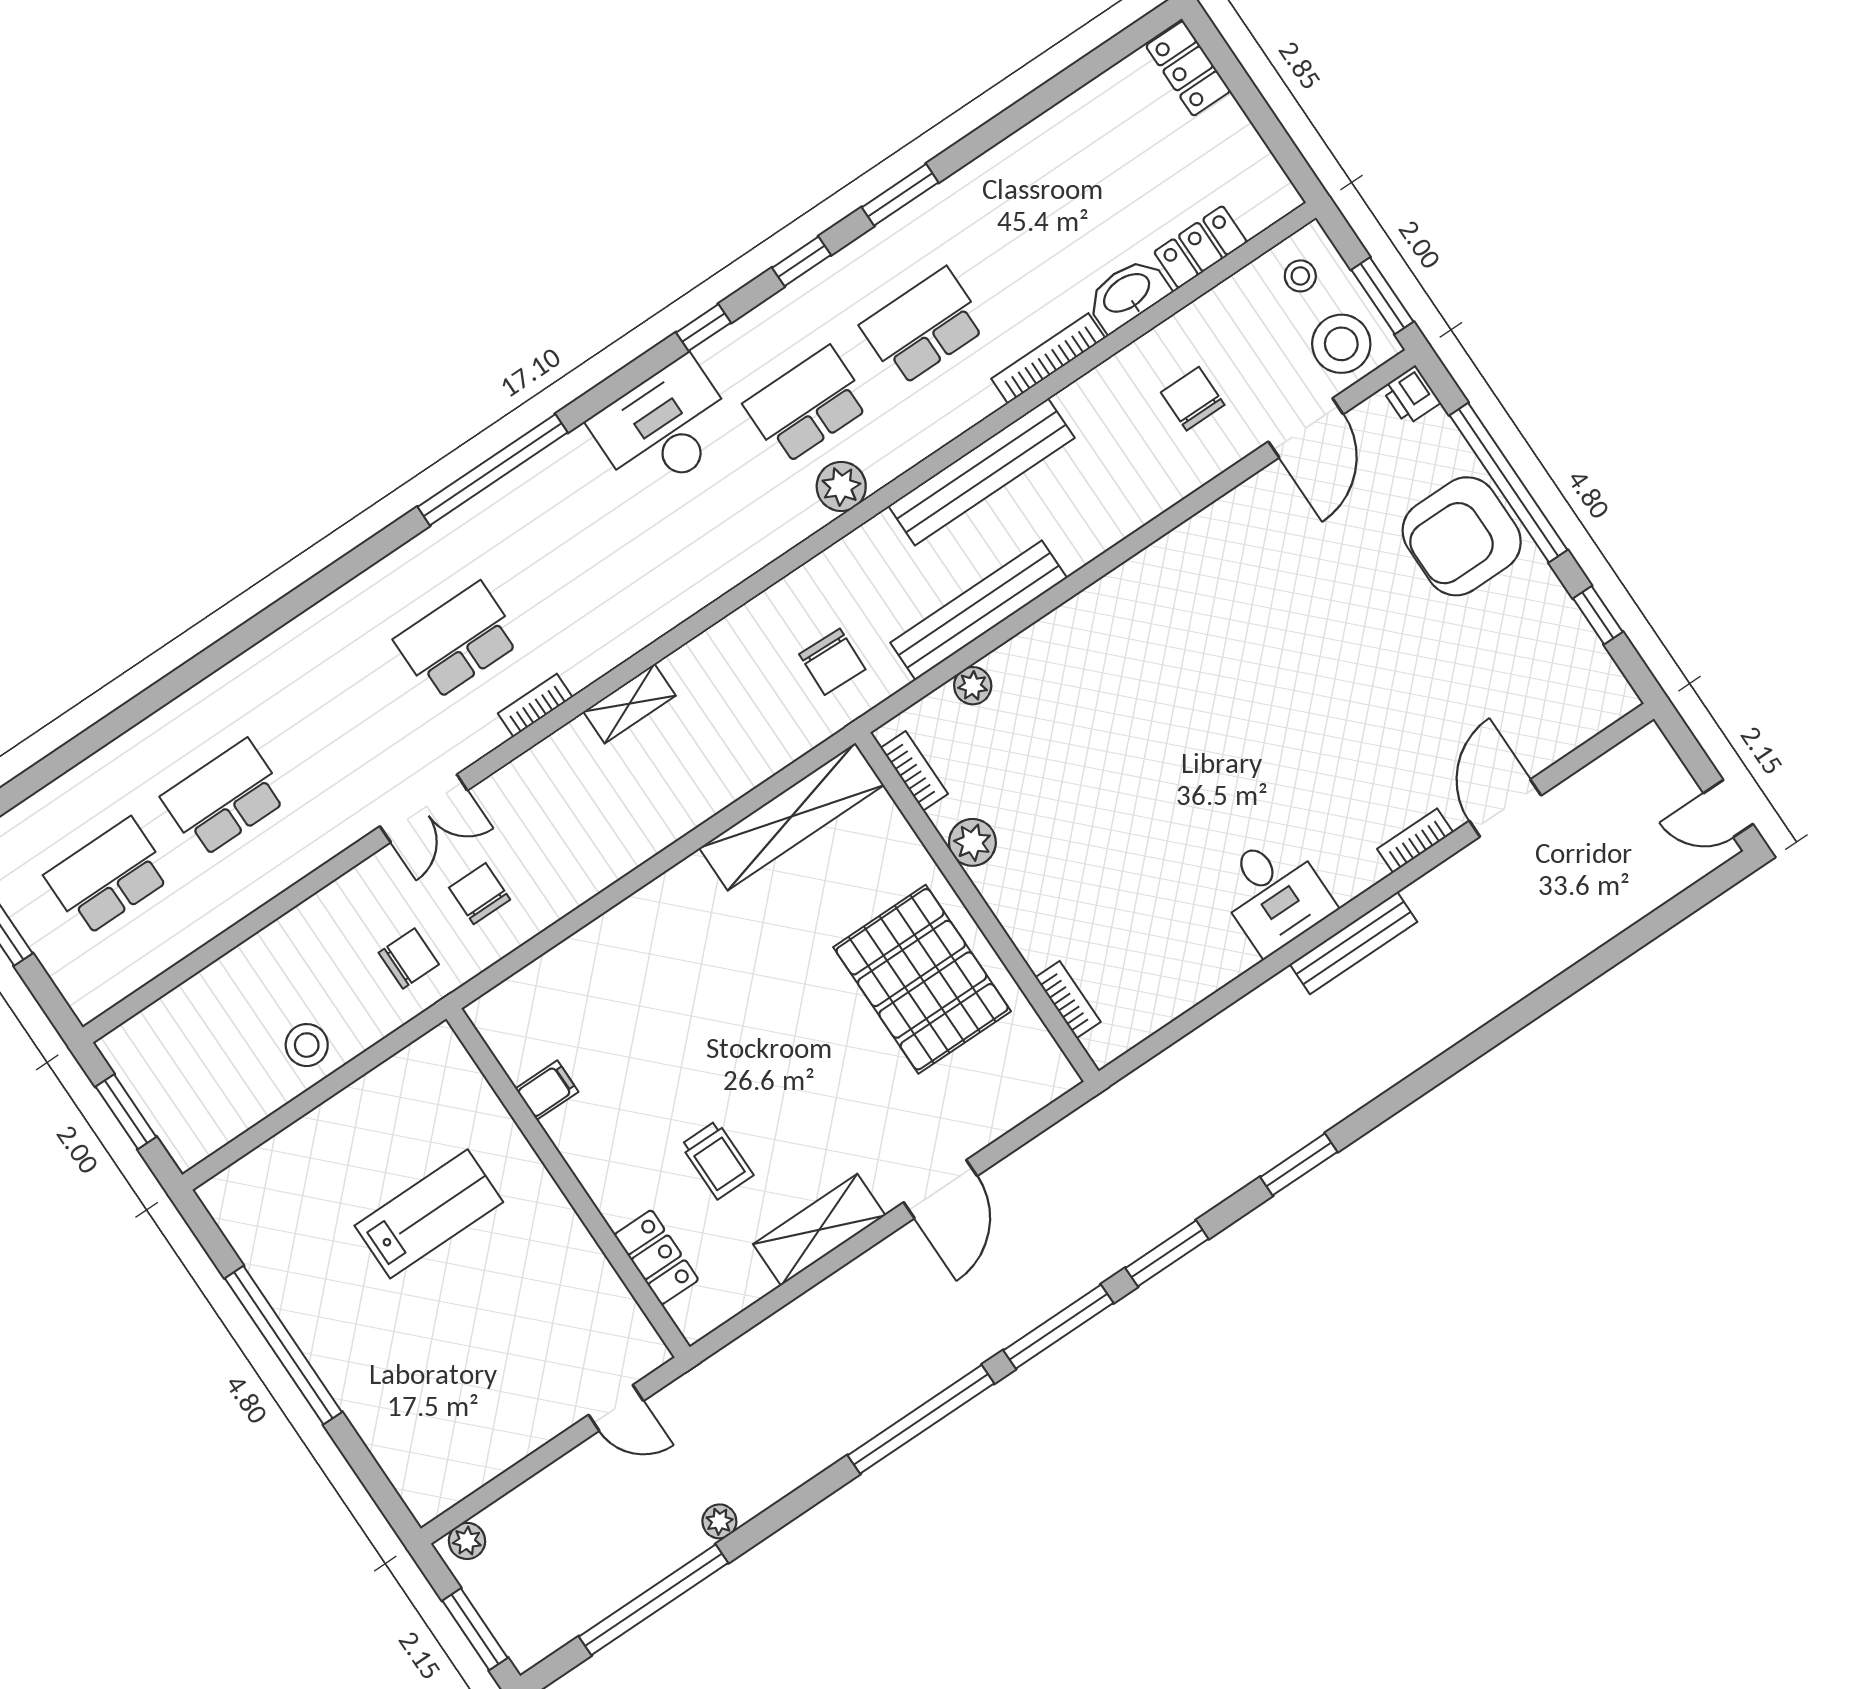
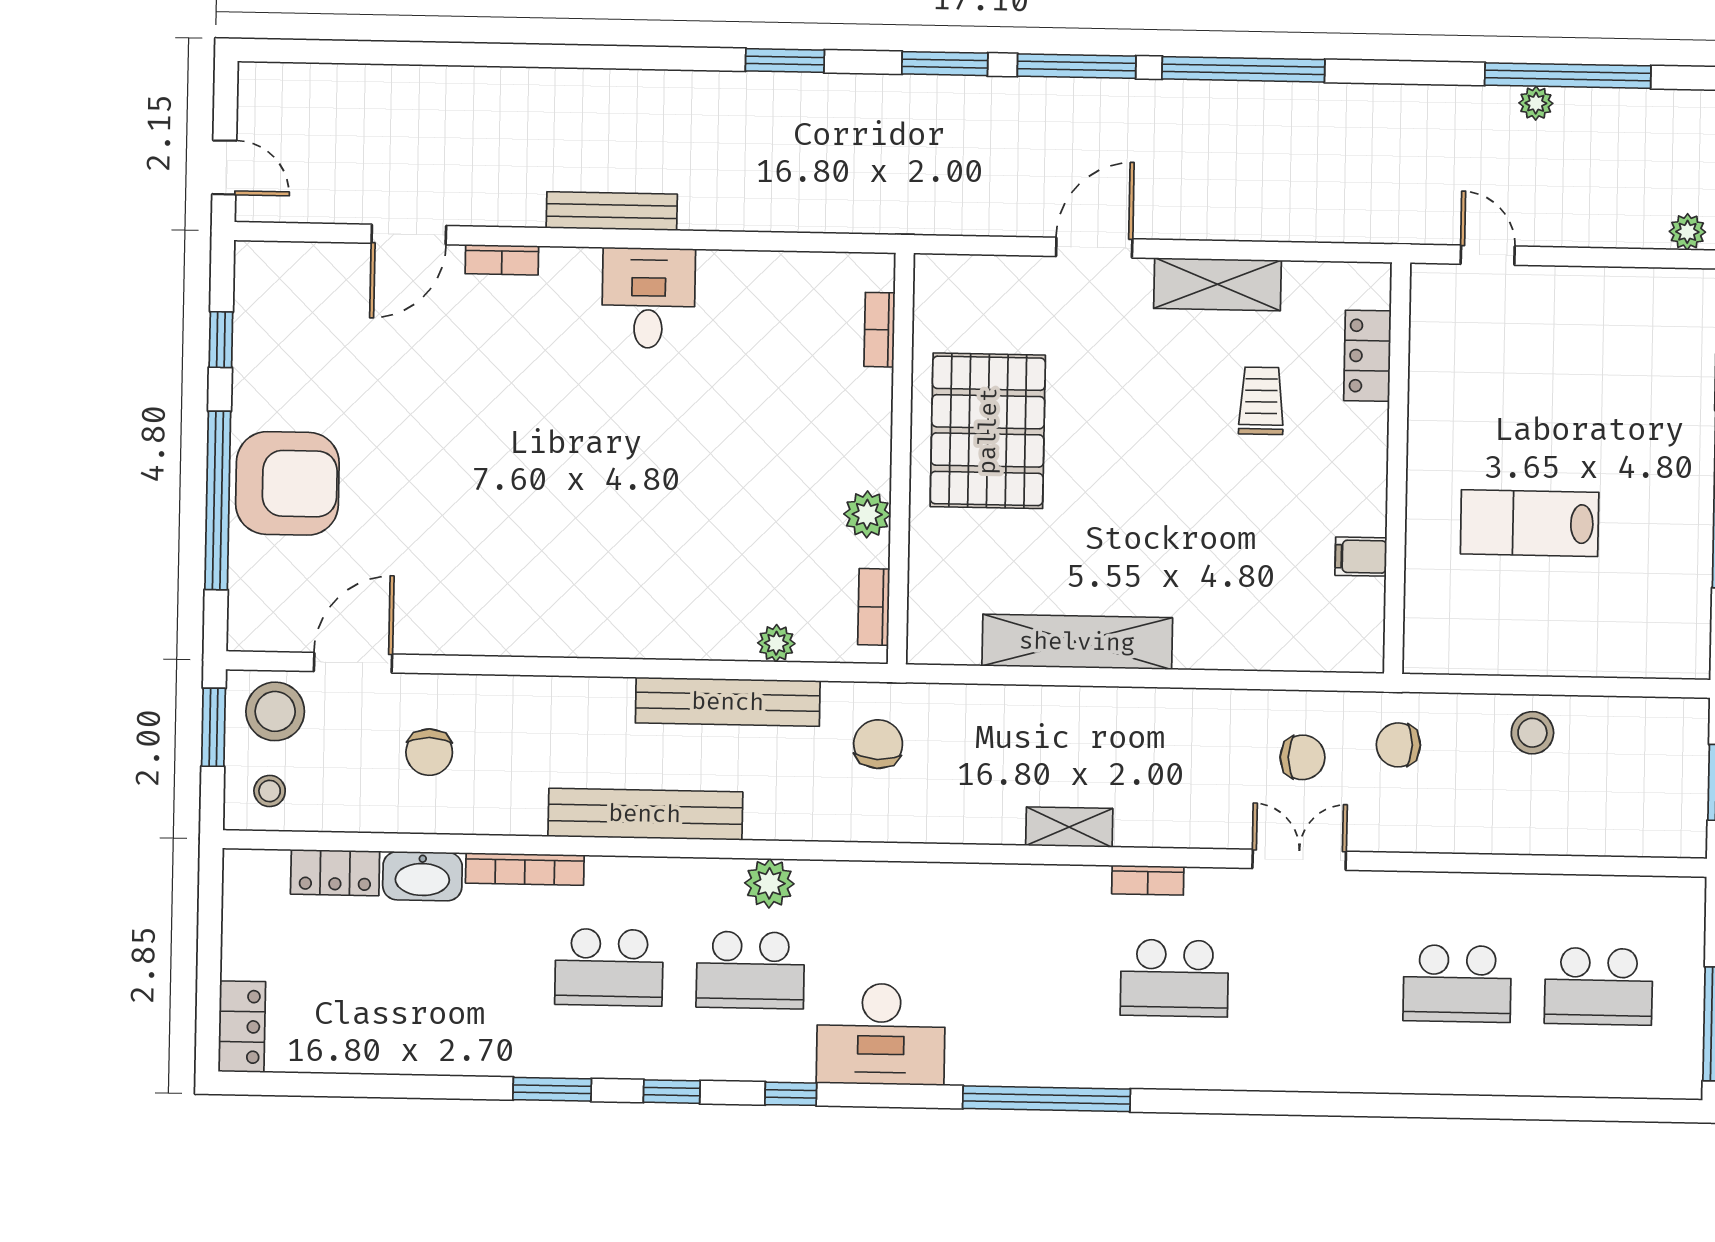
printer: (1411, 395) -> (248, 629), removed
door: (1728, 809) -> (224, 167), moved
shelving: (792, 817) -> (1077, 642), moved
chair: (480, 894) -> (1302, 757), turned -90
plant: (719, 1521) -> (1536, 103), moved

